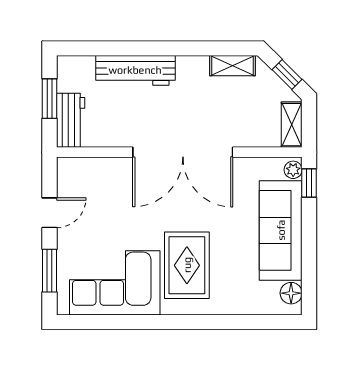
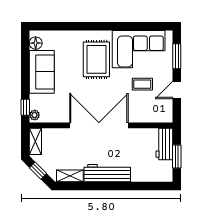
workbench: (135, 70) -> (107, 173), moved
coffee table: (108, 223) -> (142, 84), added
sofa: (281, 230) -> (42, 72), width x0.73

